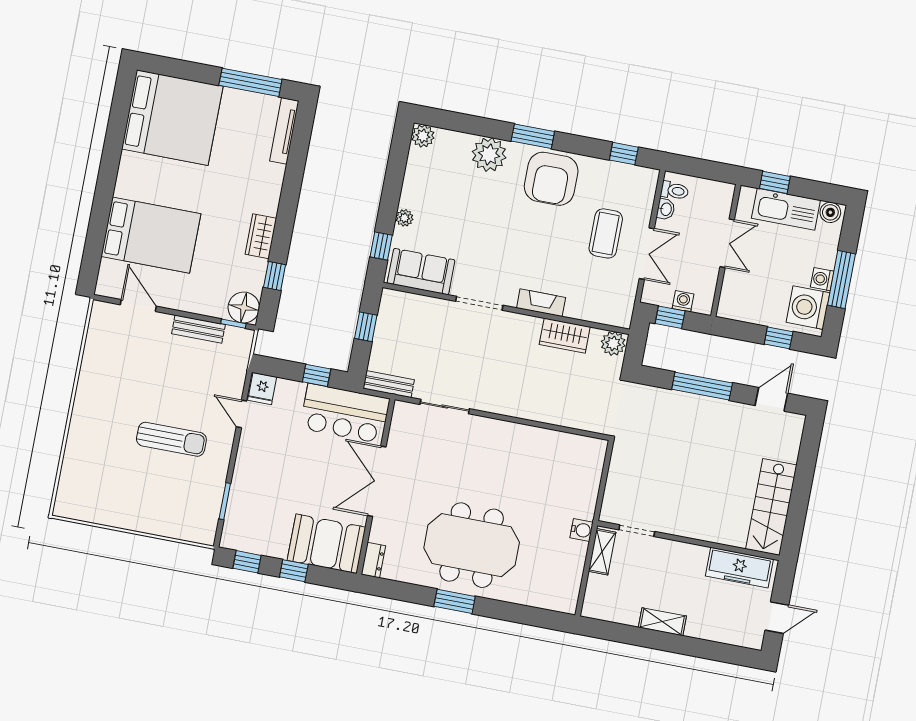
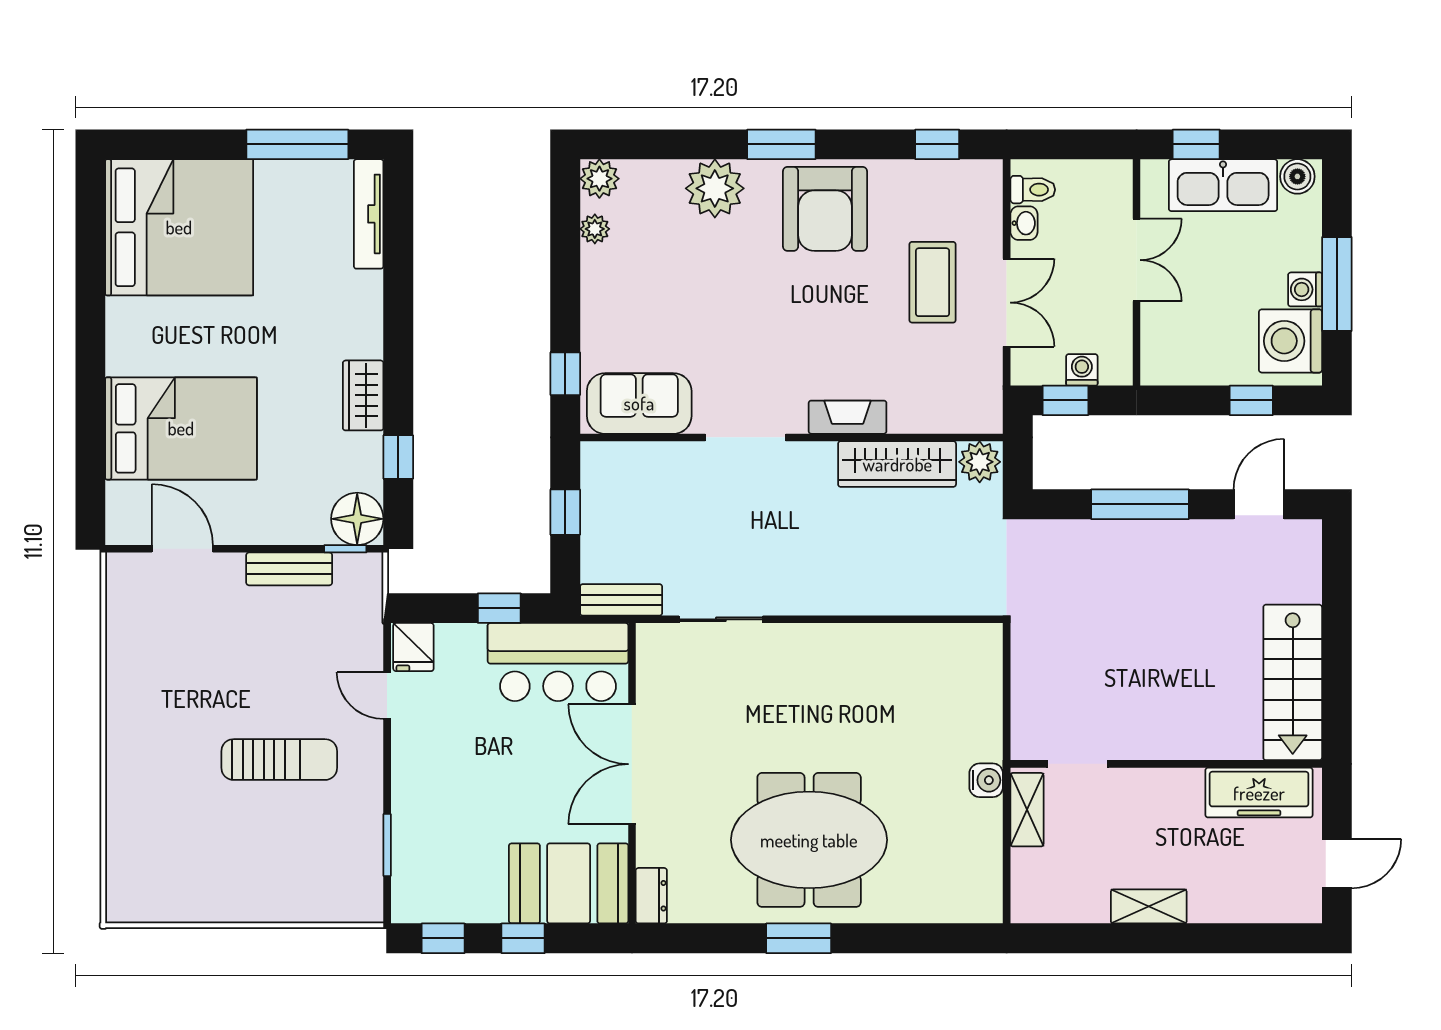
plant: (404, 218) -> (595, 229), moved
wardrobe: (565, 336) -> (897, 464), width x1.50

